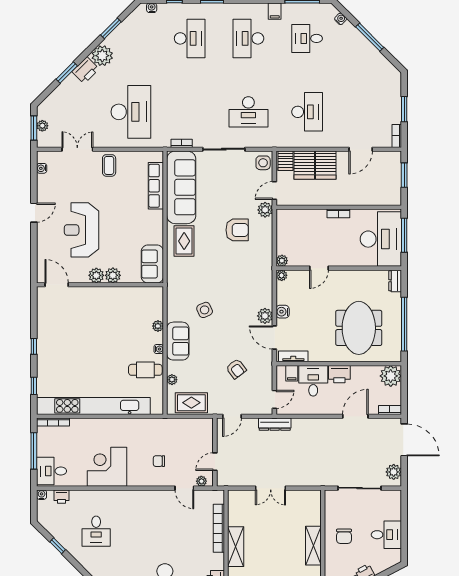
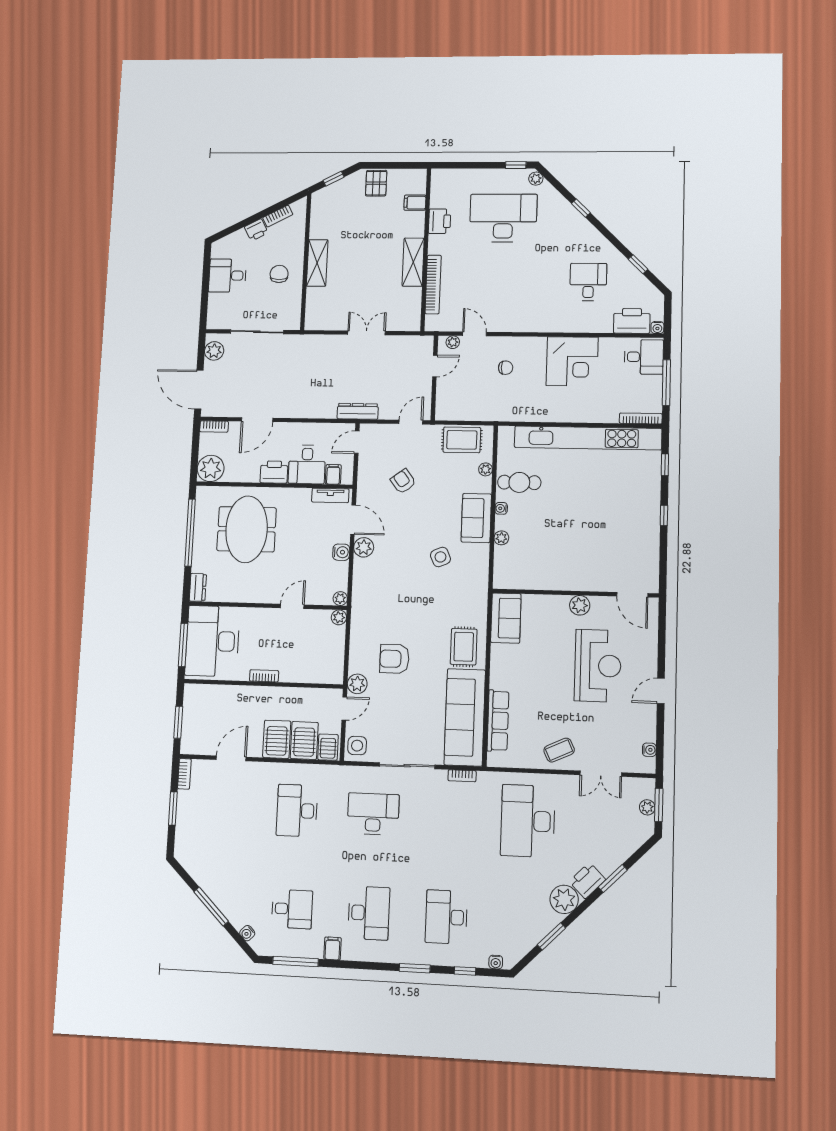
coffee table: (109, 165) -> (559, 750), turned 65
plant: (113, 275) -> (558, 605), removed
printer: (61, 497) -> (632, 321), width x1.87, depth x1.48

